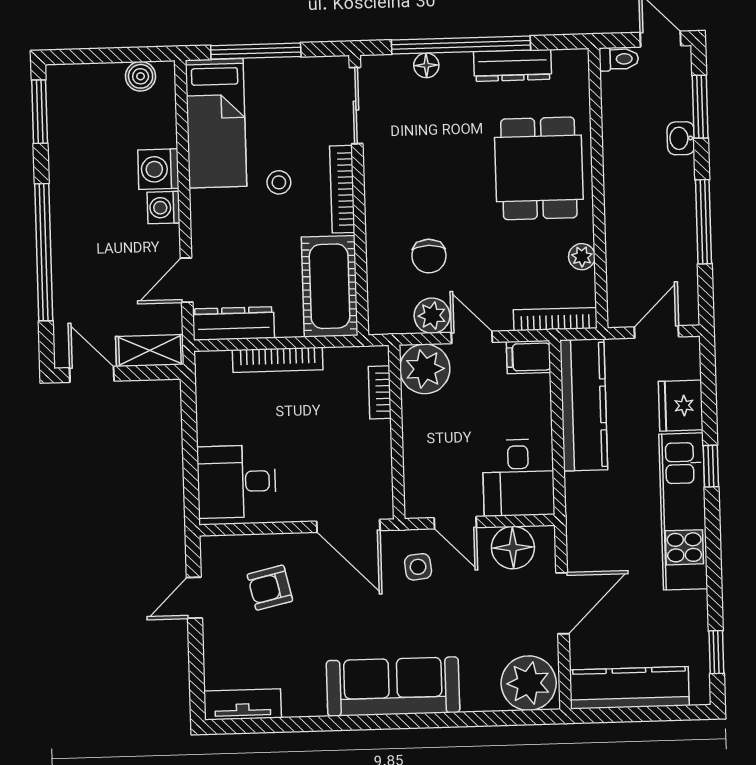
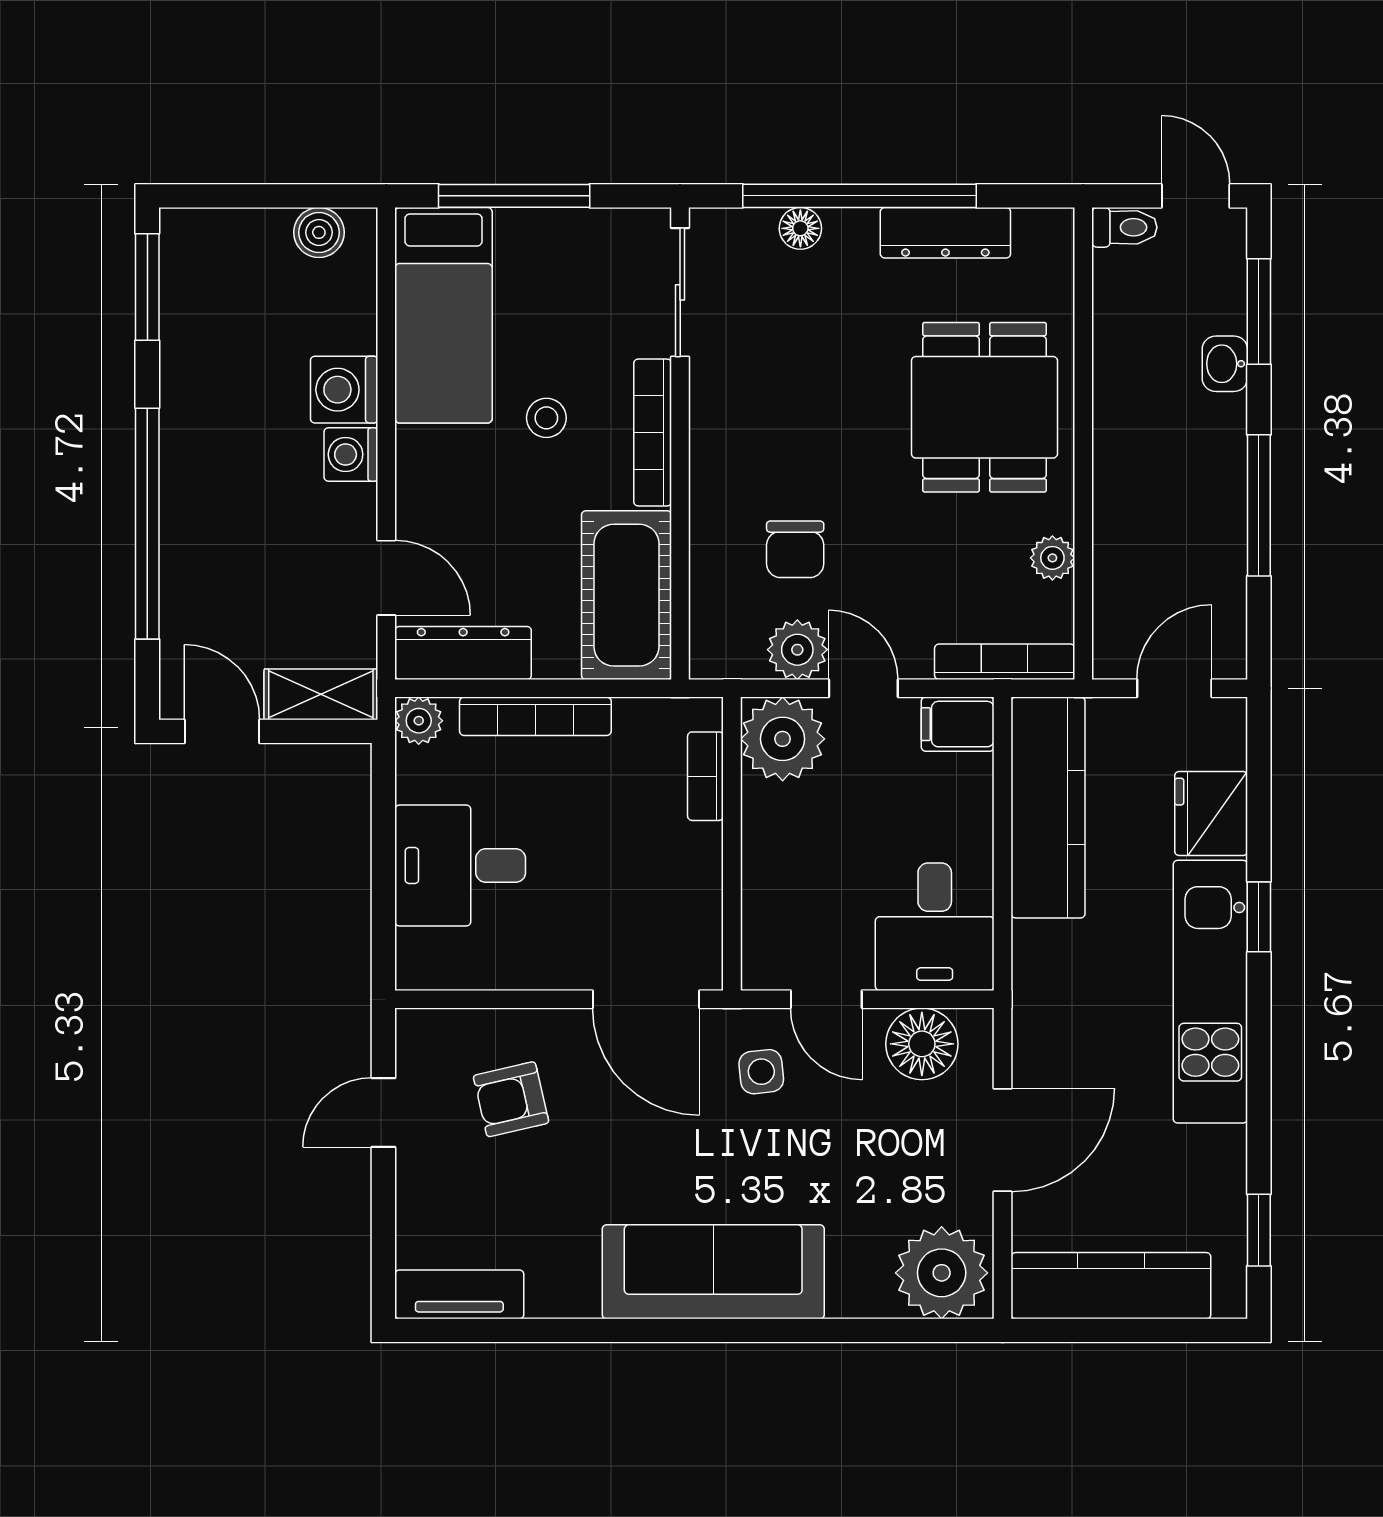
door: (187, 280) -> (386, 578), swing flipped
plant: (208, 364) -> (419, 721), added
desk: (237, 482) -> (460, 866), moved

